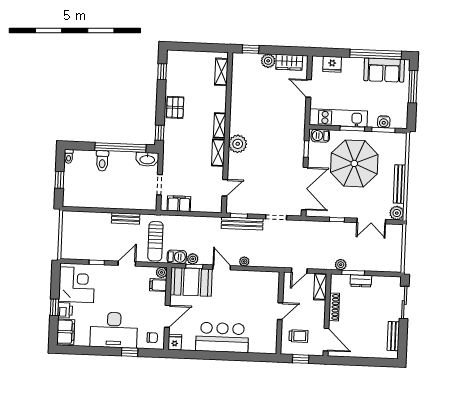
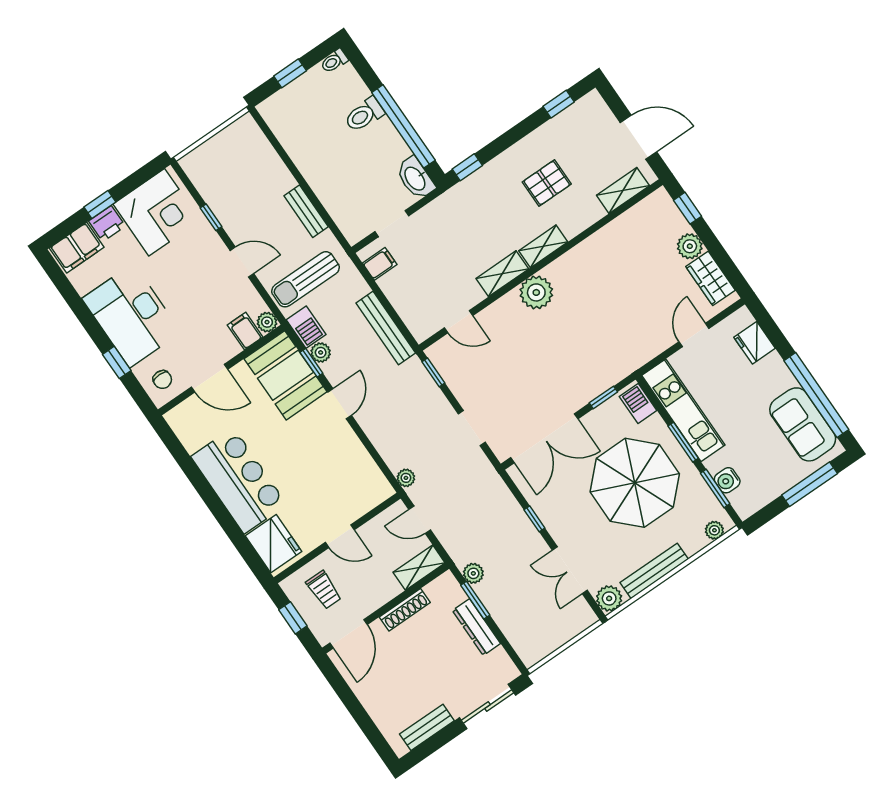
door: (203, 47) -> (639, 137), added
pallet: (175, 107) -> (547, 183), moved
plant: (402, 144) -> (714, 530), added
filing cabinet: (179, 204) -> (380, 264), width x0.50
bench: (242, 224) -> (386, 328), moved
plant: (244, 261) -> (406, 478), moved
dresser: (361, 281) -> (476, 627), width x1.44
fridge: (175, 342) -> (273, 544), moved, width x1.88, depth x1.34

